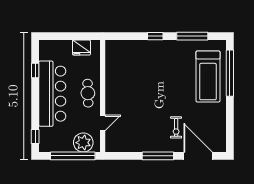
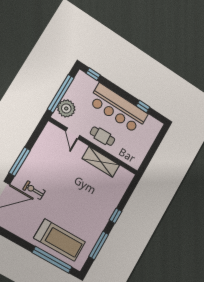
fridge: (81, 48) -> (140, 153), removed
treadmill: (208, 76) -> (60, 240), turned 180
shelving: (113, 80) -> (101, 162), added

